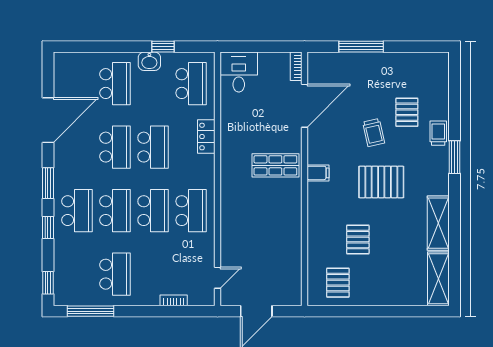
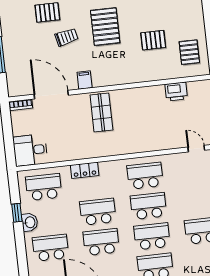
filing cabinet: (318, 173) -> (85, 80), moved
printer: (291, 261) -> (176, 92), added
pallet: (338, 283) -> (189, 52), turned 90

